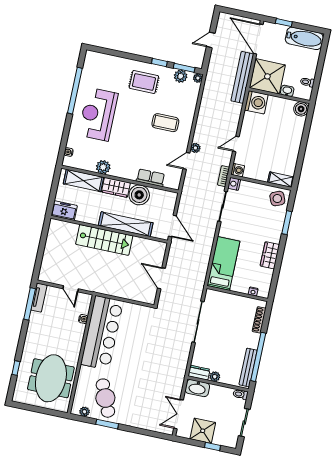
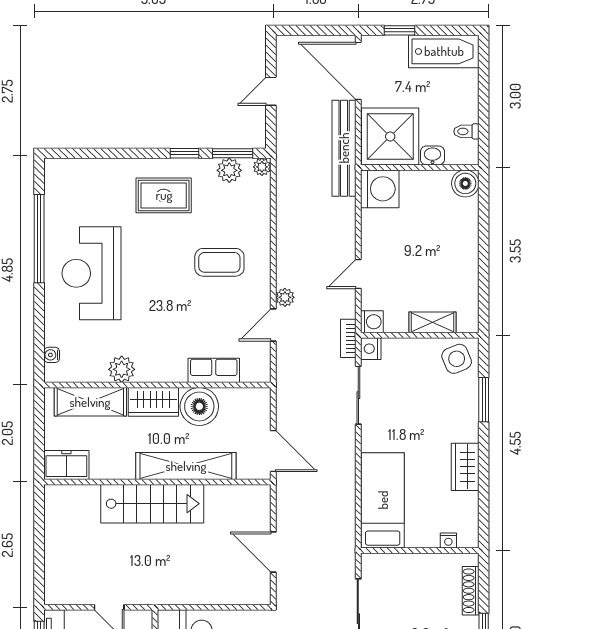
shelving: (281, 180) -> (433, 322), moved

